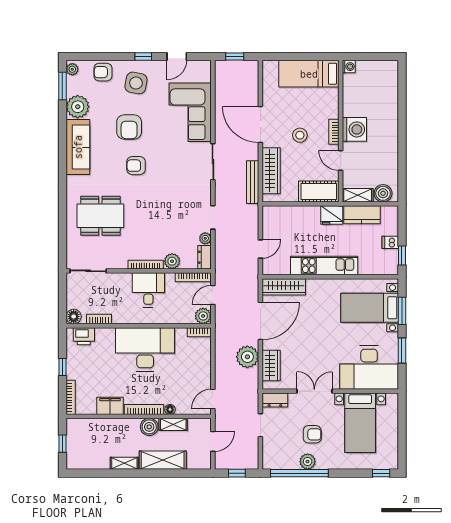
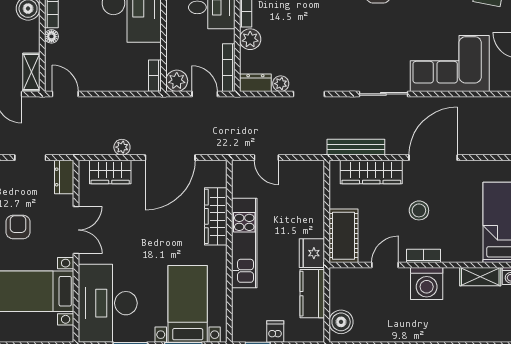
shelving: (358, 195) -> (480, 277), moved, turned 90
wardrobe: (284, 287) -> (216, 216), moved
door: (260, 321) -> (170, 158), hinge flipped
plant: (247, 357) -> (122, 147), width x0.53, depth x0.53
shelving: (173, 424) -> (31, 72), moved
armchair: (312, 434) -> (18, 227), turned 180

